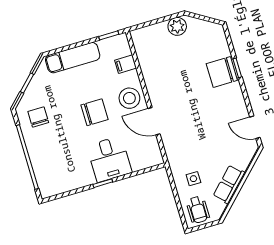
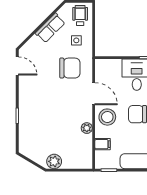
chair: (222, 72) -> (70, 68), moved
plant: (150, 78) -> (87, 128), added

